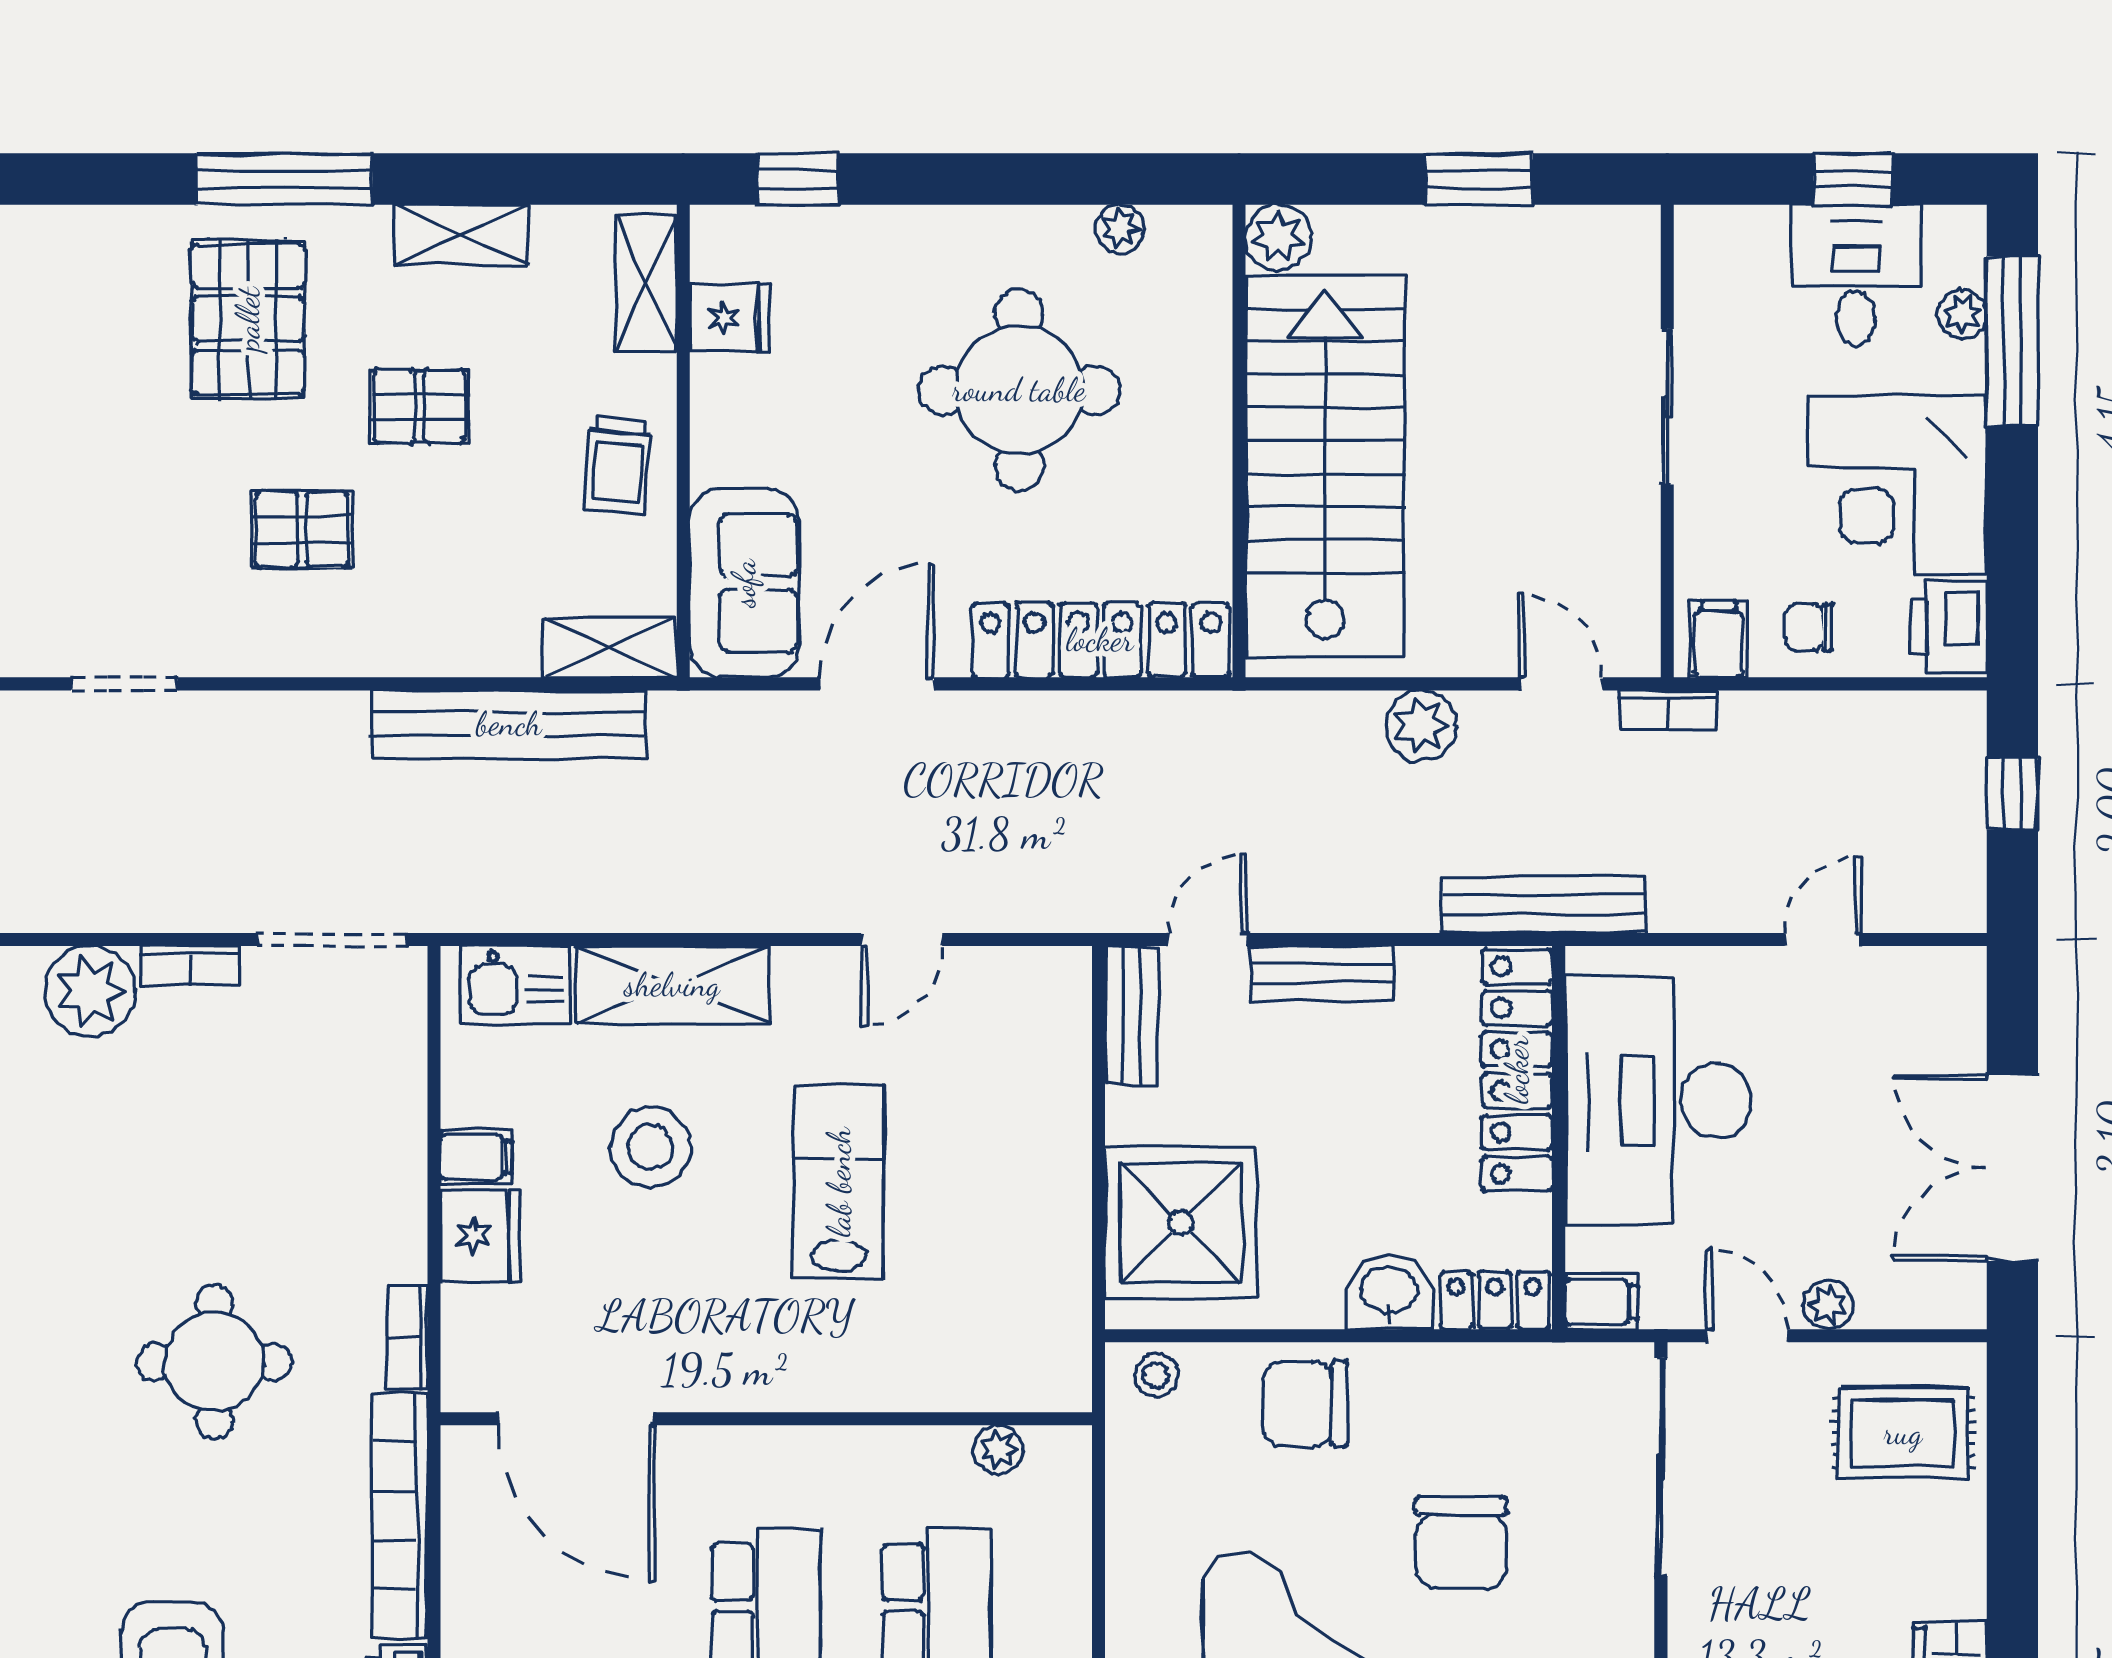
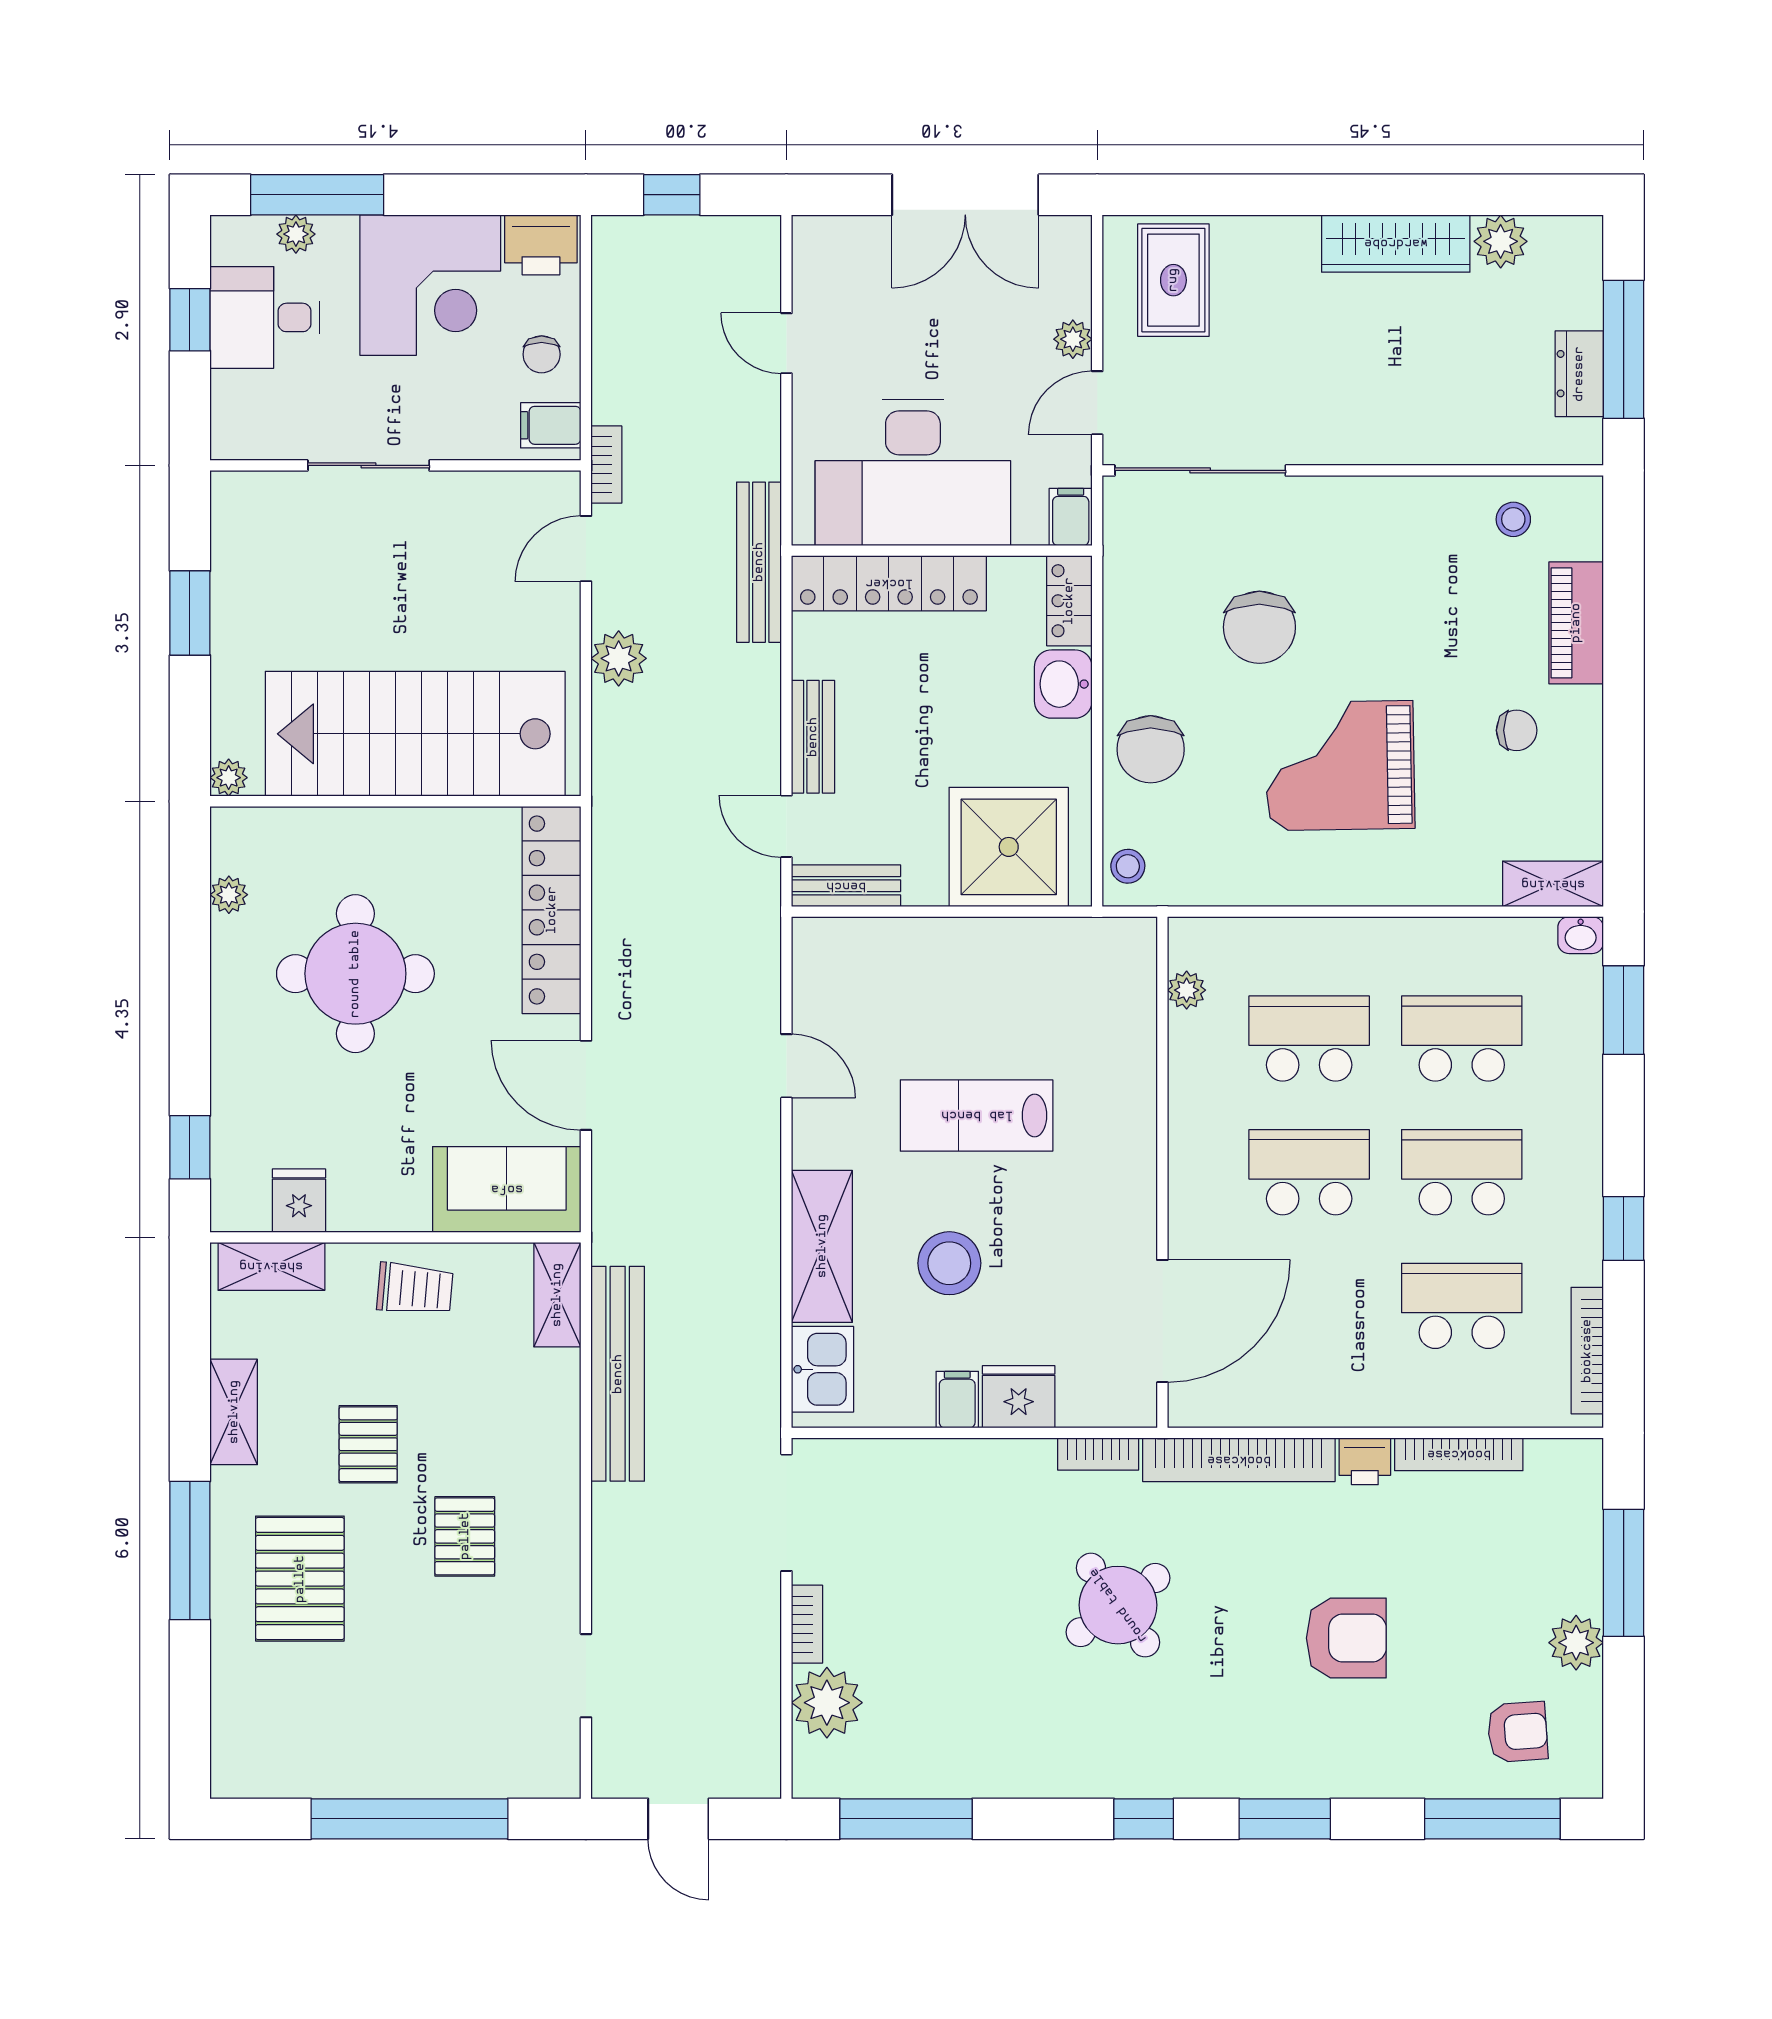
plant: (1278, 237) -> (229, 778), width x0.73, depth x0.73
pallet: (248, 319) -> (300, 1579), turned 90
round table: (214, 1362) -> (1118, 1605), turned -36
chair: (1461, 1542) -> (1259, 627), turned 90

